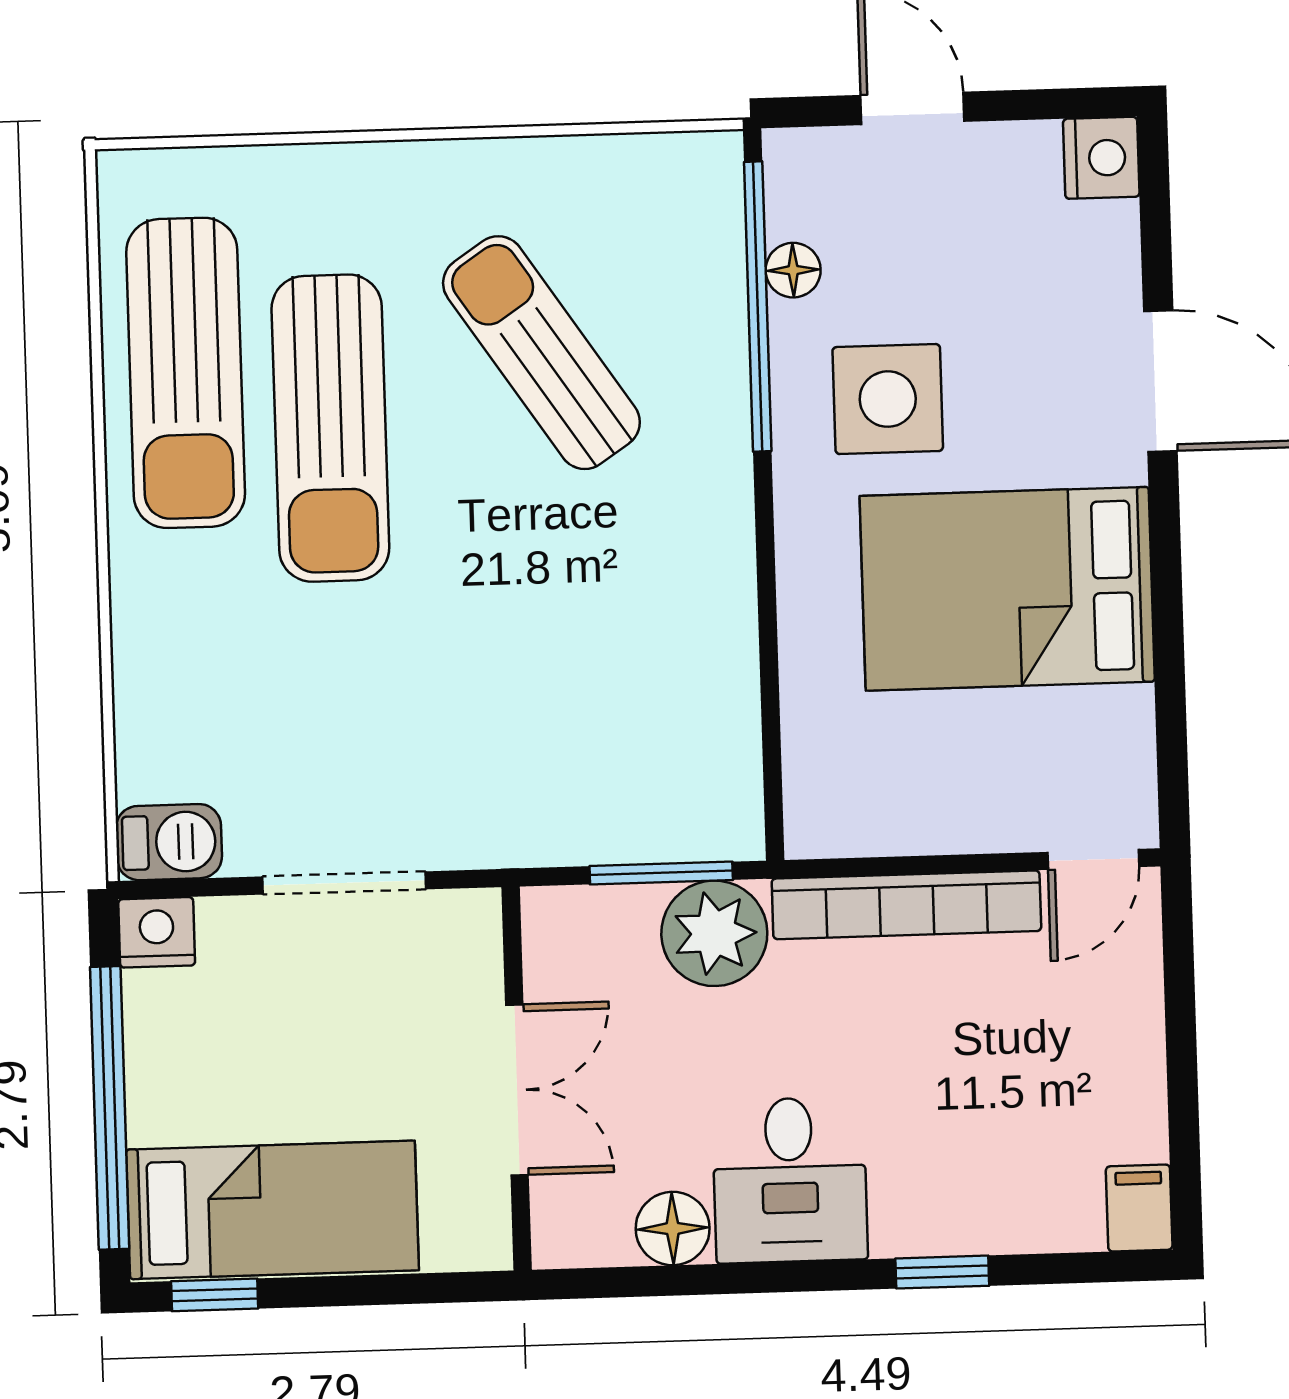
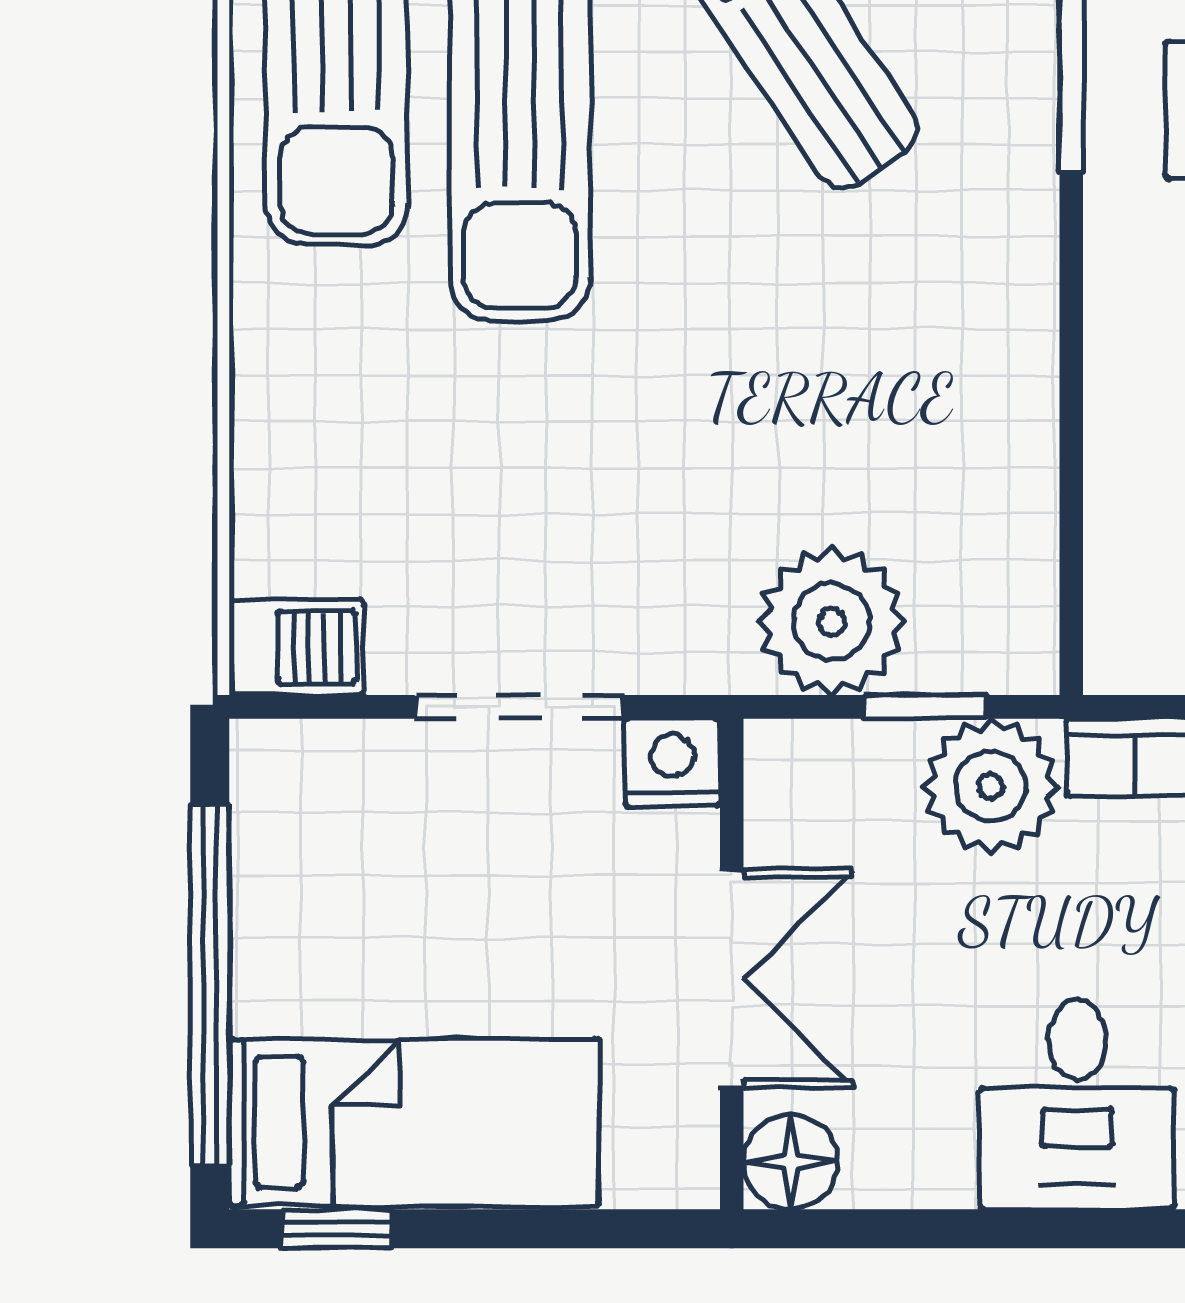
plant: (586, 809) -> (832, 621), added
window: (661, 873) -> (925, 707), width x0.67
nightstand: (157, 932) -> (672, 763), moved
floor lamp: (673, 1228) -> (791, 1162), moved

